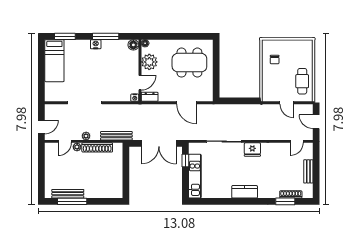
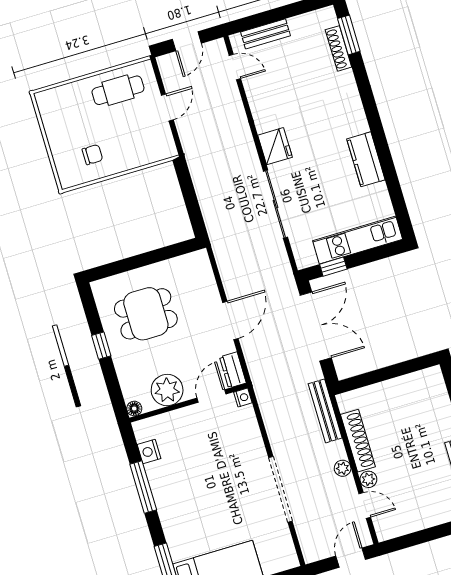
window: (180, 36) -> (101, 346), added
nightstand: (96, 44) -> (149, 452), moved
floor lamp: (133, 45) -> (144, 430), removed
dining table: (189, 63) -> (146, 314), width x0.73
door: (140, 83) -> (211, 396), hinge flipped
door: (186, 103) -> (230, 320), moved
door: (41, 127) -> (351, 558), hinge flipped
bench: (308, 171) -> (265, 34), moved
kitchen counter: (245, 192) -> (366, 159), moved
window: (285, 201) -> (349, 35), moved

